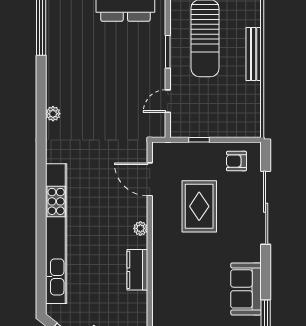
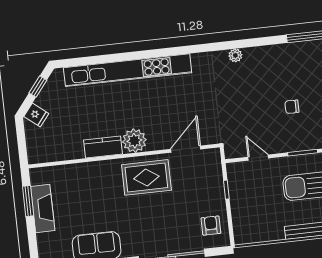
chair: (116, 58) -> (292, 107), added
rug: (199, 206) -> (146, 177), moved
plant: (140, 228) -> (134, 141), width x1.88, depth x1.88

